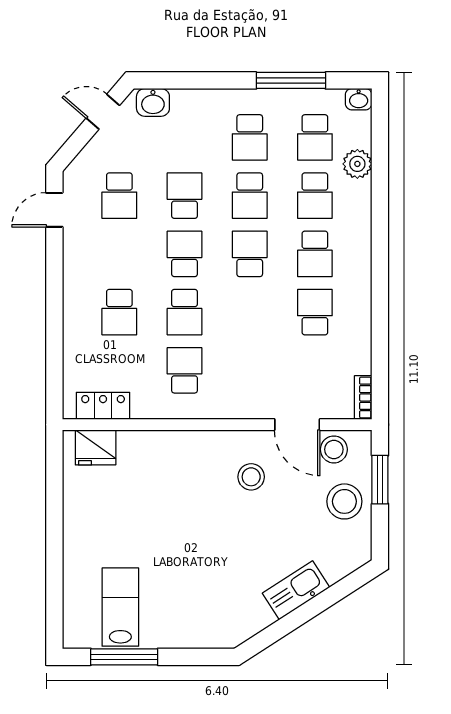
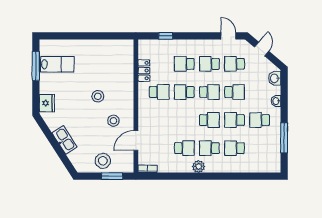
washbasin: (359, 99) -> (276, 101), moved
door: (103, 112) -> (262, 49), moved
school desk: (315, 137) -> (209, 64), moved
plant: (357, 164) -> (199, 166), moved
window: (54, 355) -> (166, 36), added
locker: (103, 406) -> (144, 71), moved
fridge: (96, 447) -> (47, 103), moved, turned 180
stool: (334, 449) -> (98, 96), moved

